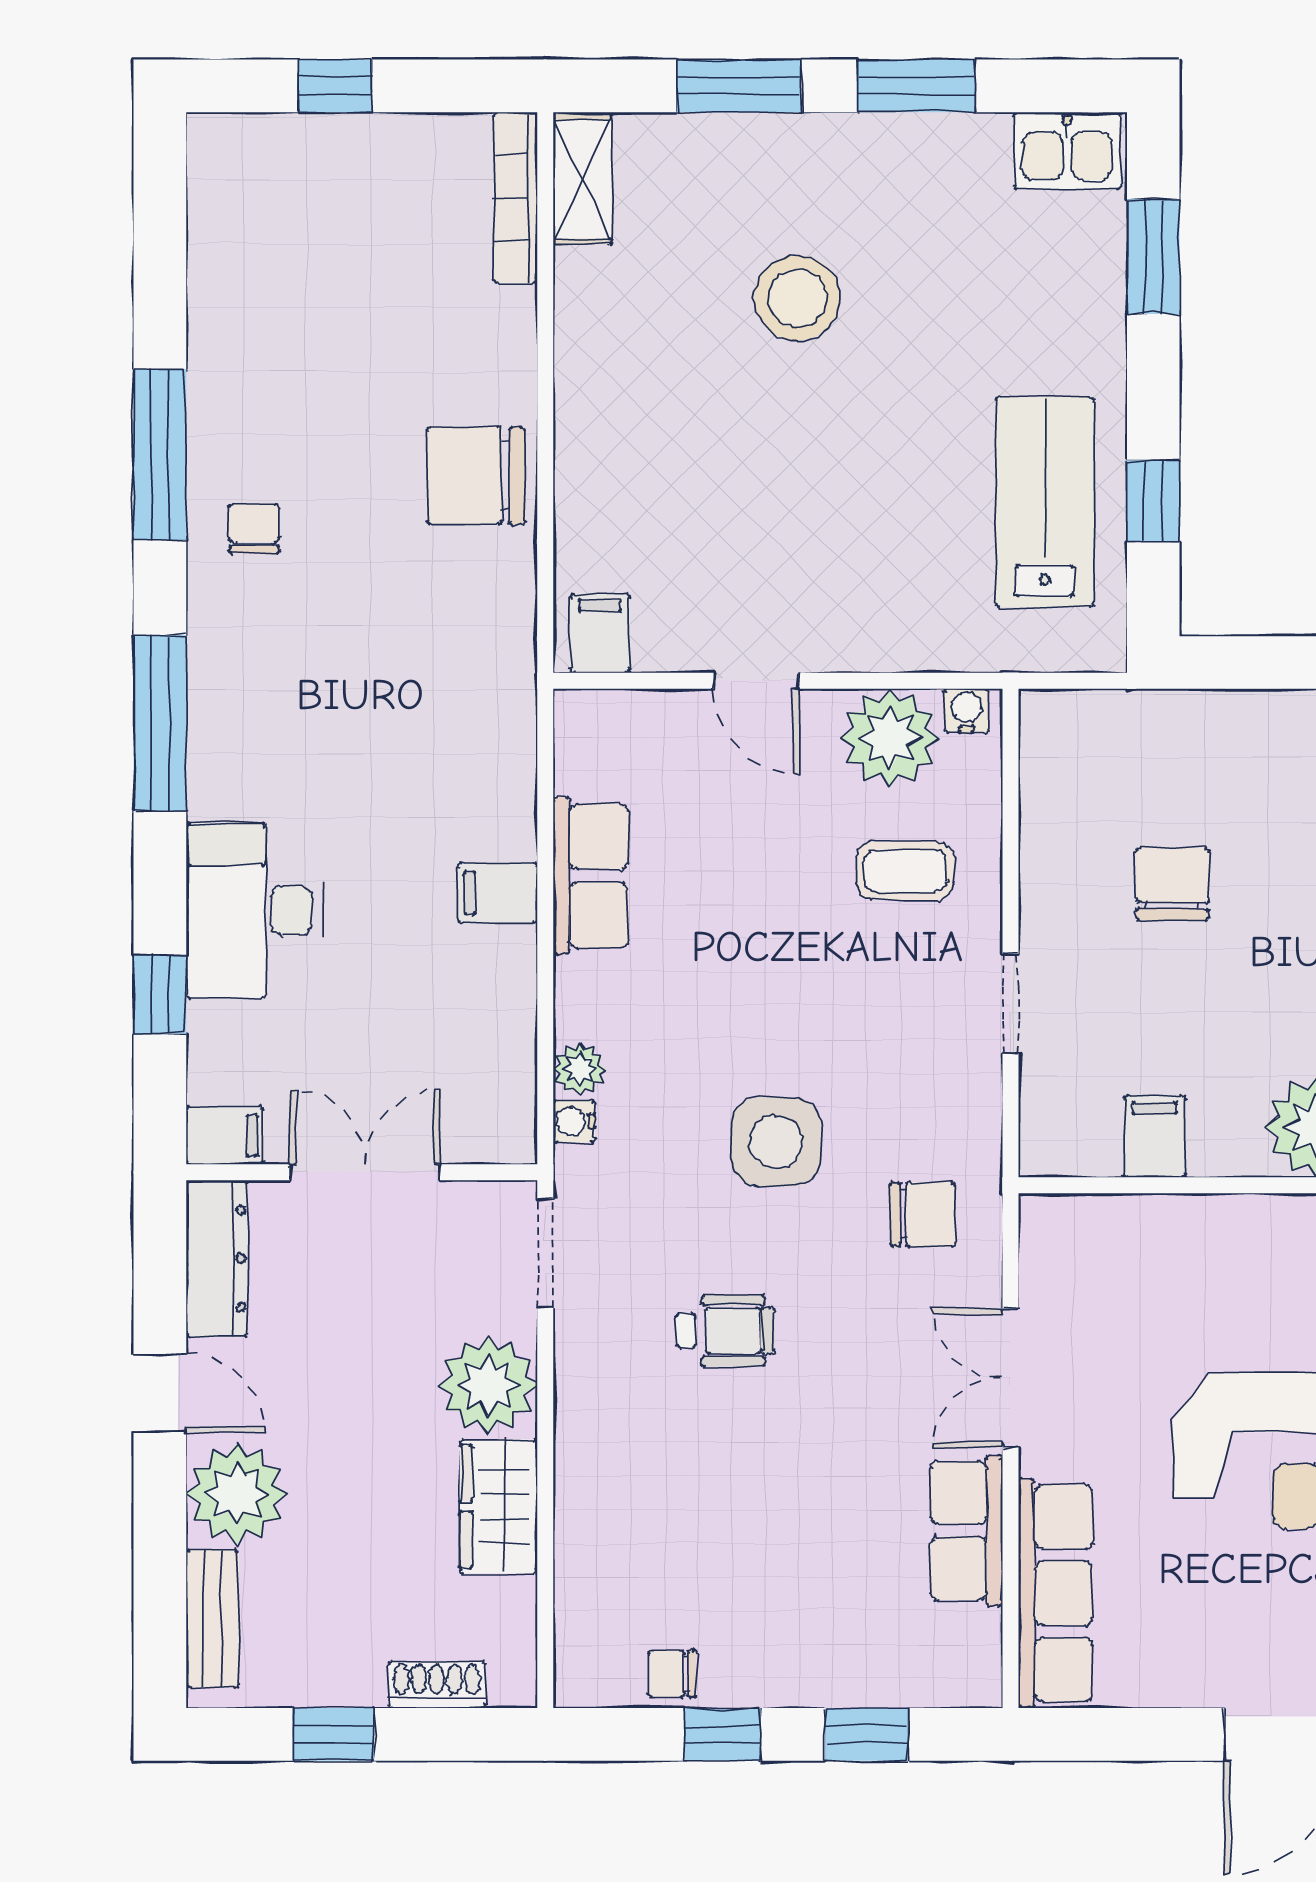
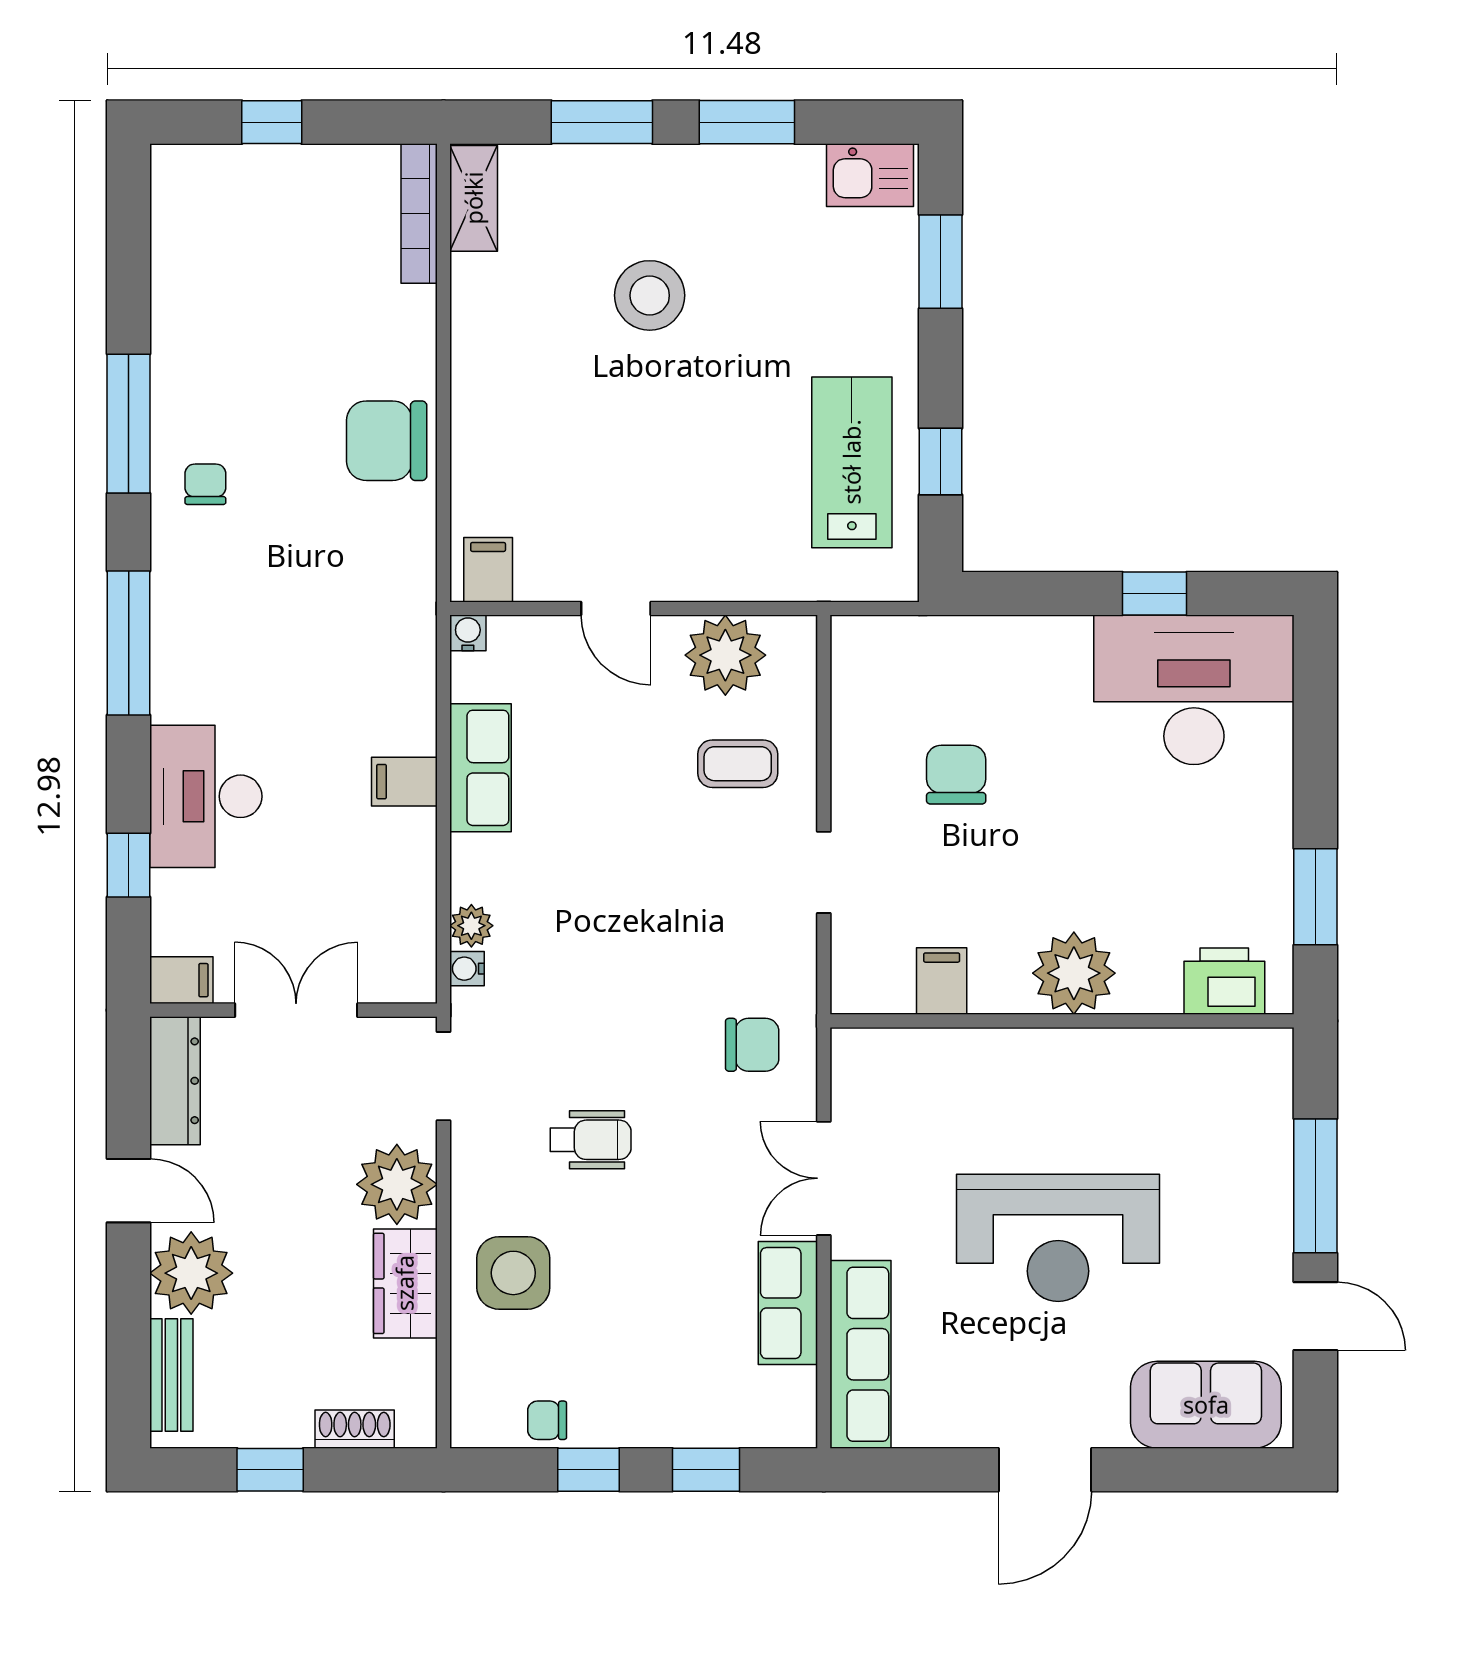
water cooler: (967, 711) -> (468, 633), moved
side table: (776, 1142) -> (513, 1273), moved

